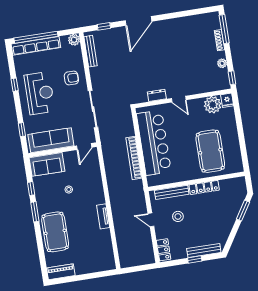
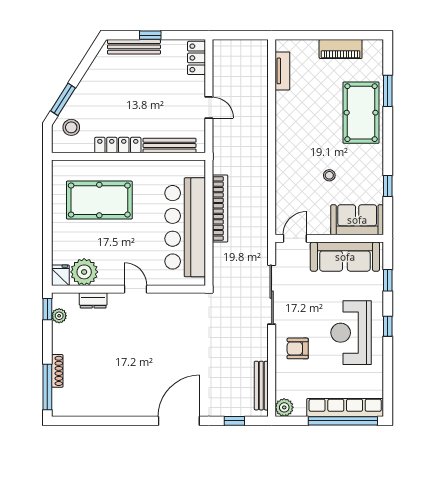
plant: (222, 63) -> (59, 316), moved
window: (15, 85) -> (388, 326), moved
dresser: (157, 95) -> (93, 300), moved
pool table: (210, 151) -> (99, 200), turned 90
window: (35, 212) -> (388, 91), moved
tv unit: (103, 216) -> (282, 71), moved
stool: (178, 216) -> (71, 127), moved
piano: (61, 272) -> (341, 49), moved

